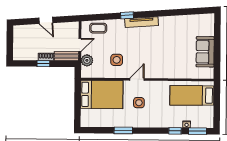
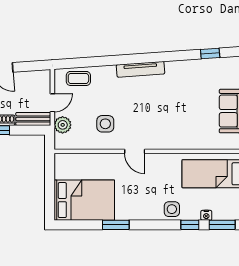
window: (127, 15) -> (210, 53), moved
door: (137, 79) -> (135, 151), swing flipped
bed: (102, 94) -> (84, 200), moved
side table: (139, 103) -> (172, 209), moved

